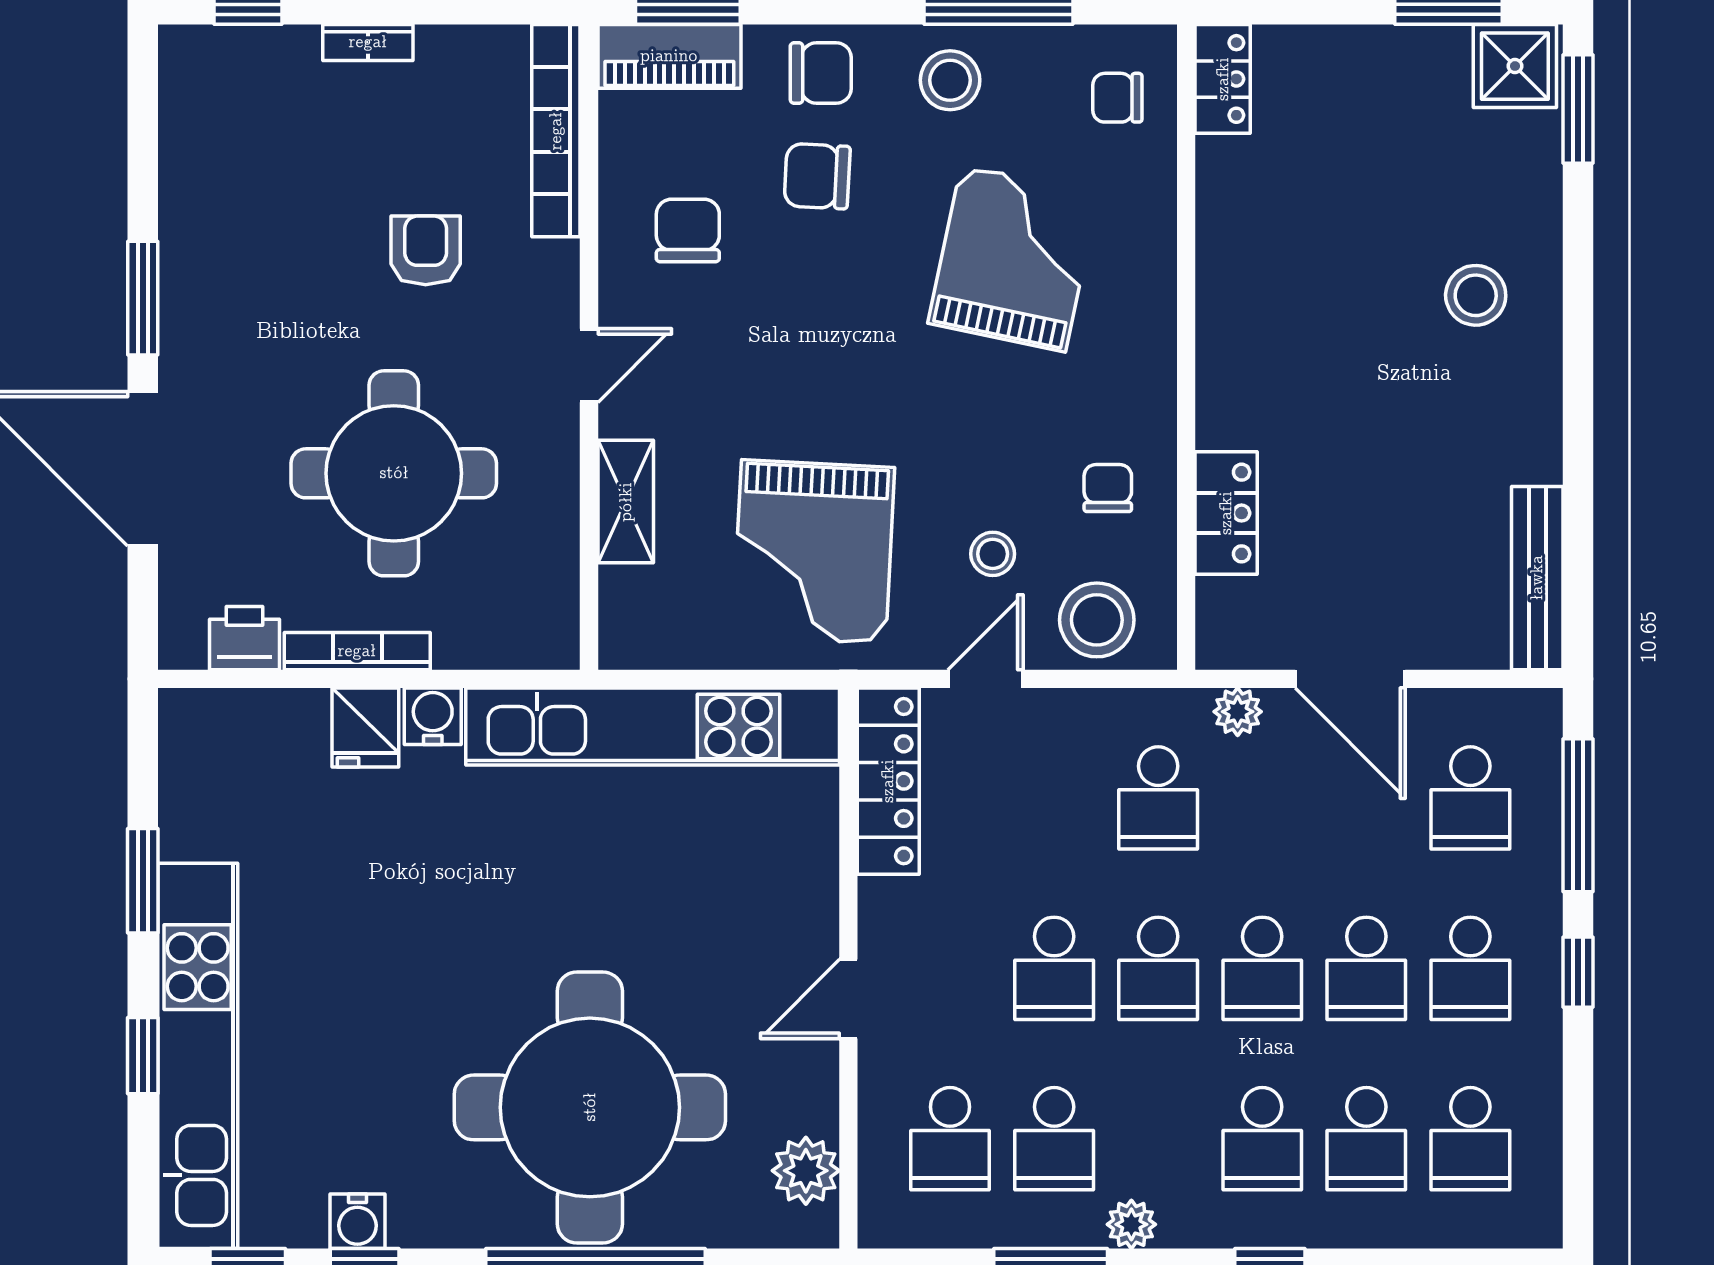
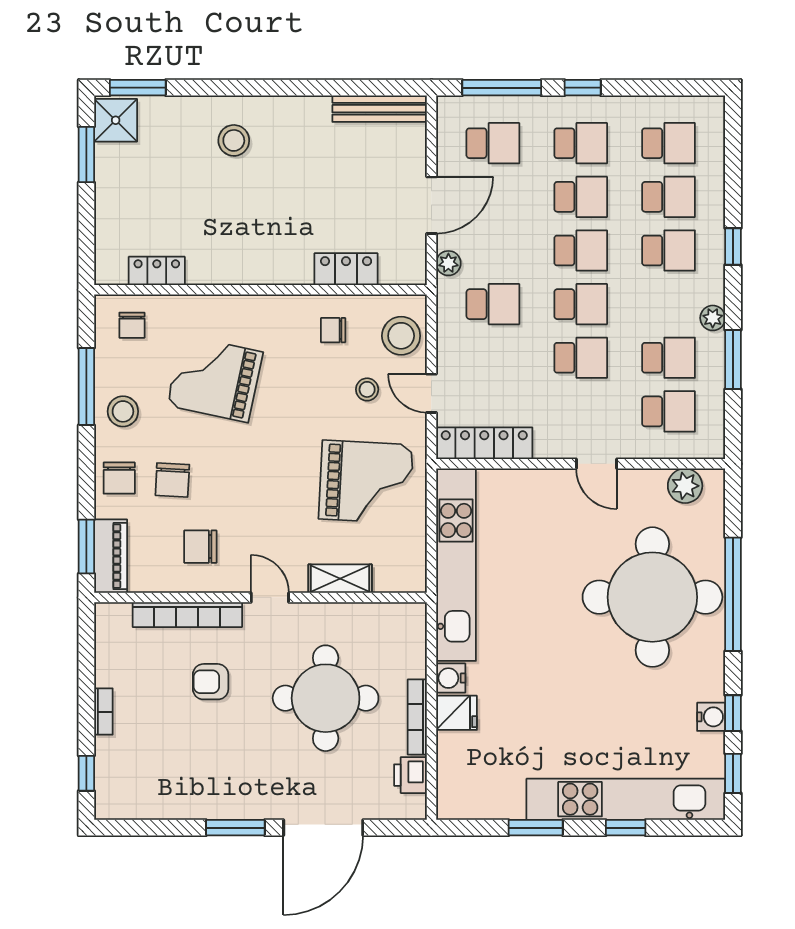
chair: (821, 73) -> (119, 478), turned 180
locker: (1223, 79) -> (157, 271), moved
bookcase: (556, 131) -> (187, 615), moved

